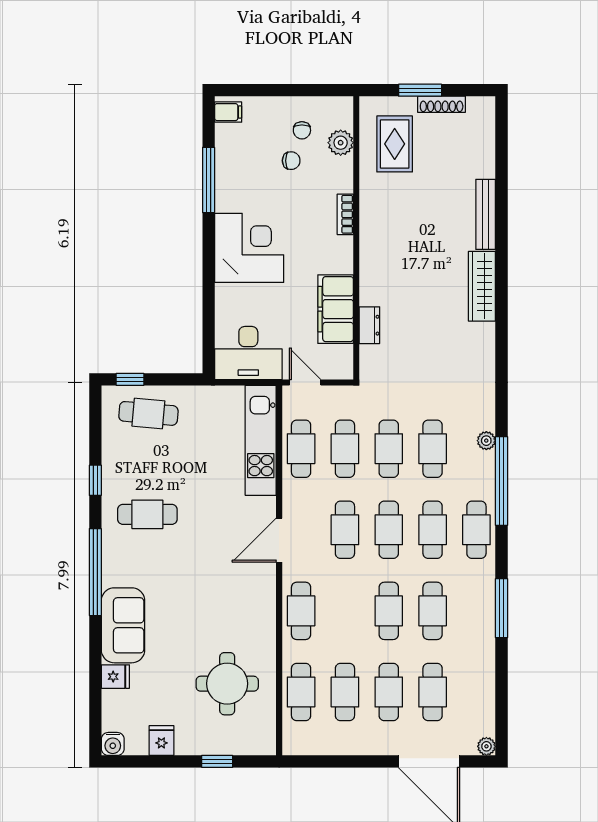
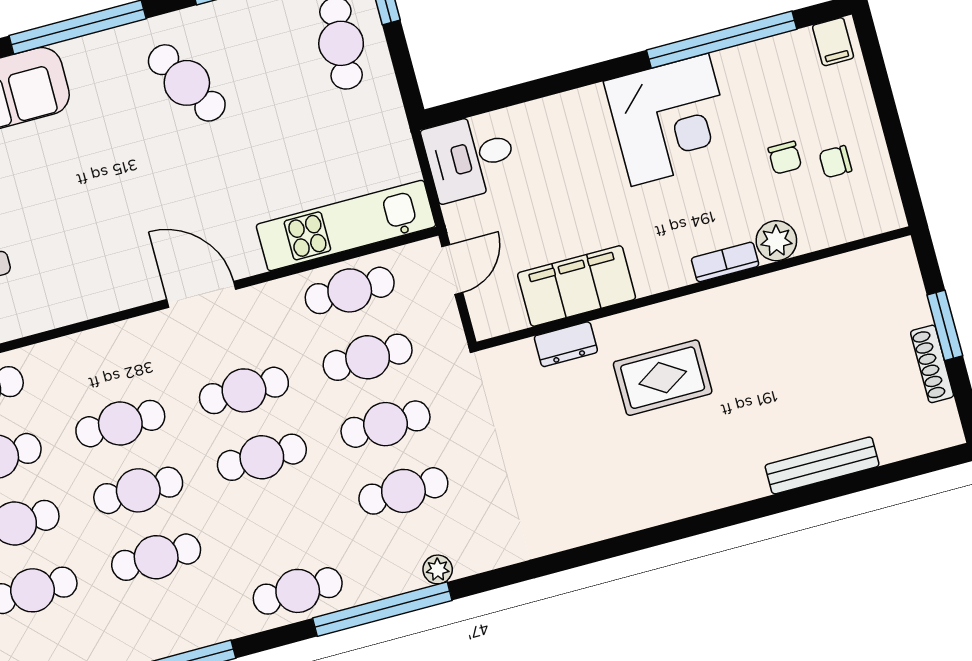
plant: (341, 143) -> (776, 241), moved
rug: (395, 144) -> (663, 378), moved
window: (209, 180) -> (722, 40), width x1.46
bench: (486, 214) -> (822, 465), moved
corner desk: (249, 248) -> (670, 120), moved
wardrobe: (482, 286) -> (671, 500), removed
desk: (248, 353) -> (470, 157), width x0.73
cafe table: (147, 514) -> (187, 83), turned -30
cafe table: (433, 530) -> (280, 524), removed
cafe table: (301, 611) -> (120, 424), moved

